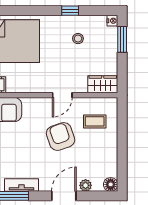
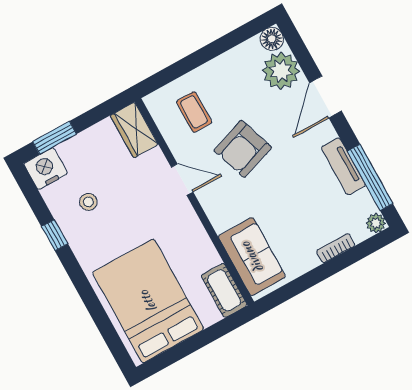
nightstand: (112, 21) -> (46, 169), width x1.89, depth x1.79
plant: (86, 185) -> (281, 71), width x1.88, depth x1.88
door: (64, 196) -> (325, 97), hinge flipped

